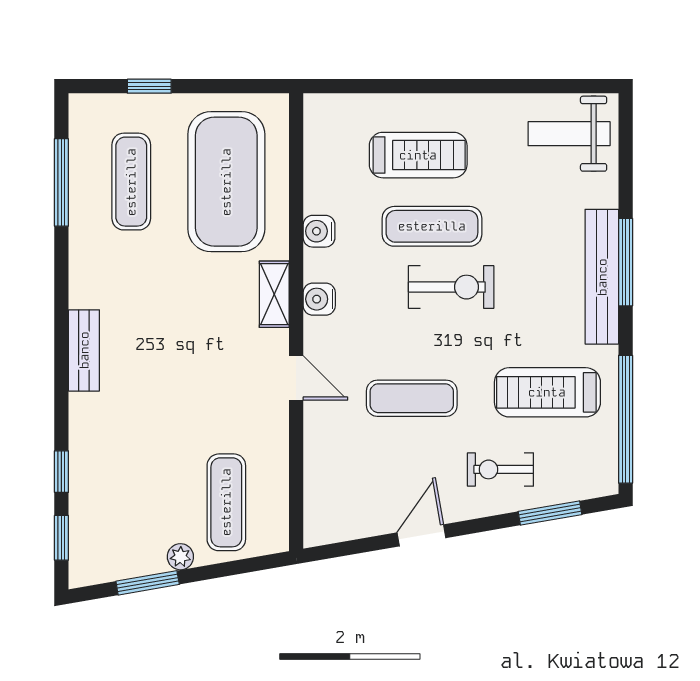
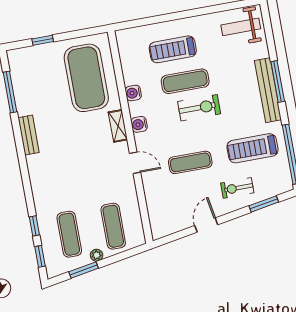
treadmill: (418, 155) -> (173, 49), turned 180
exercise mat: (131, 182) -> (69, 234), moved
bench: (84, 350) -> (29, 135), moved

